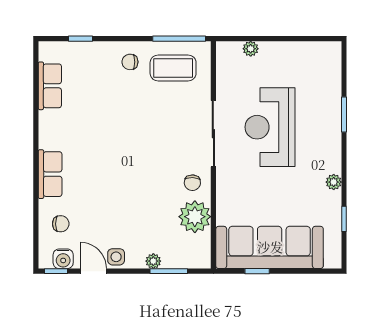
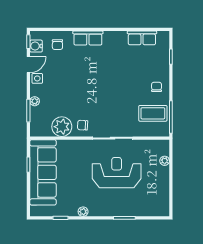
coffee table: (173, 68) -> (153, 113), turned 90

